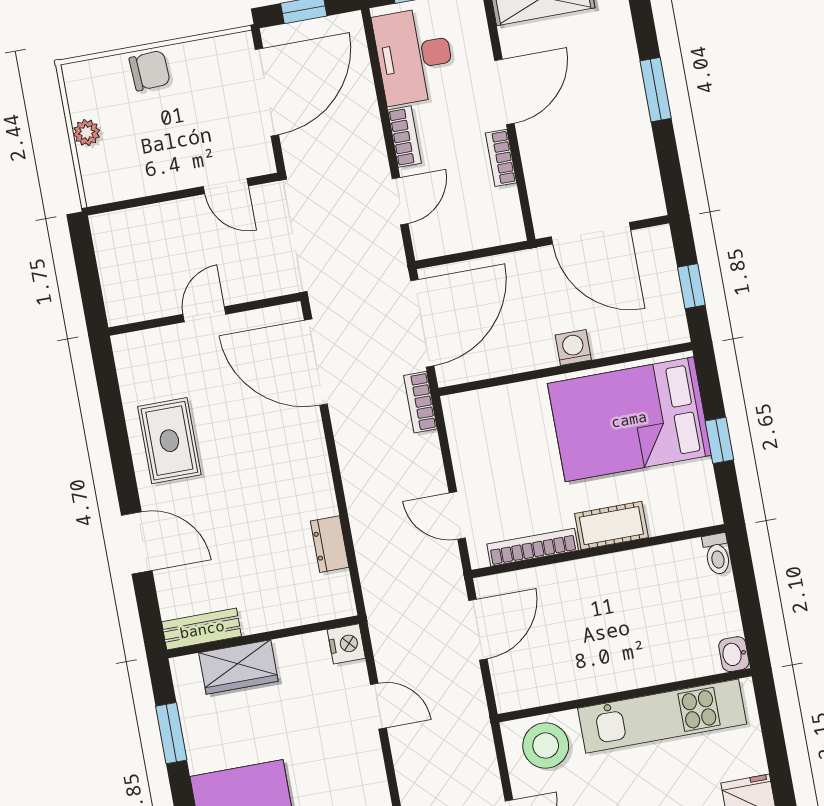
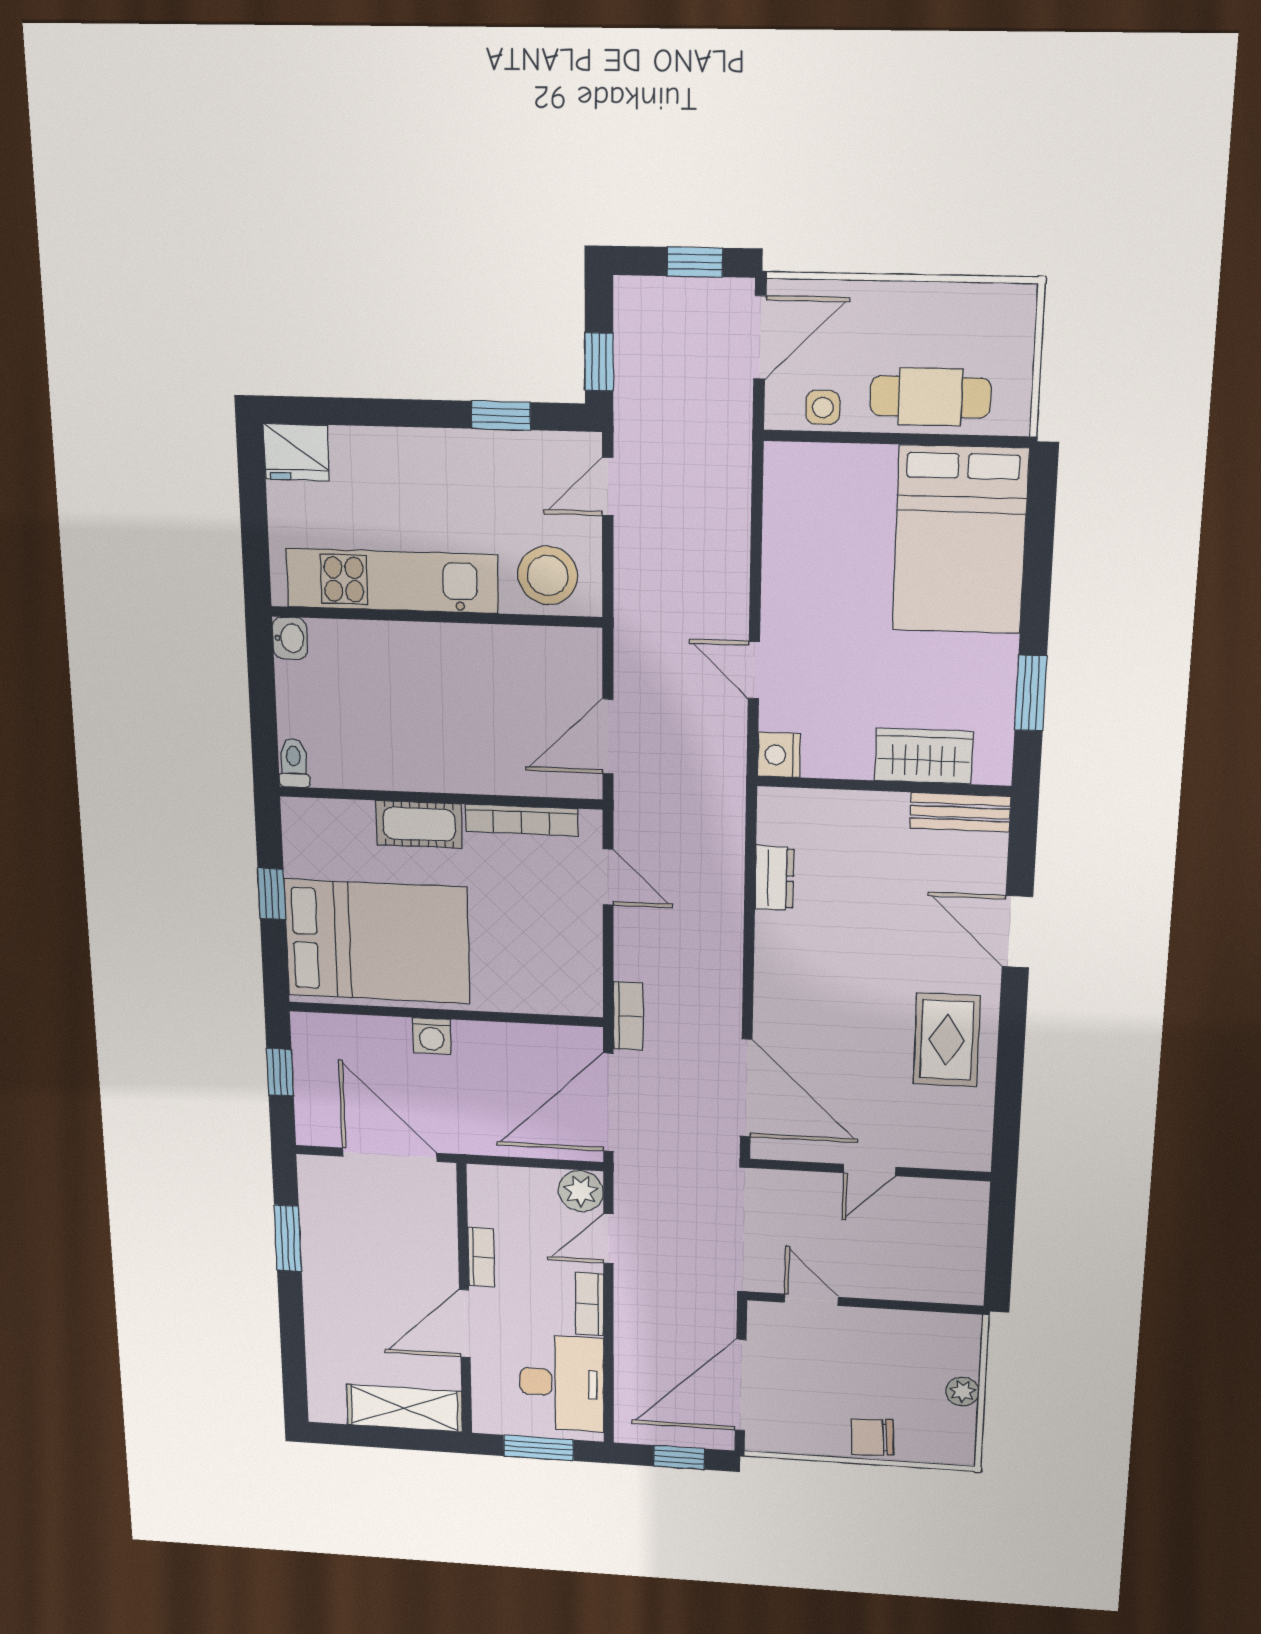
window: (656, 90) -> (288, 1238), moved
plant: (430, 239) -> (581, 1191), added

